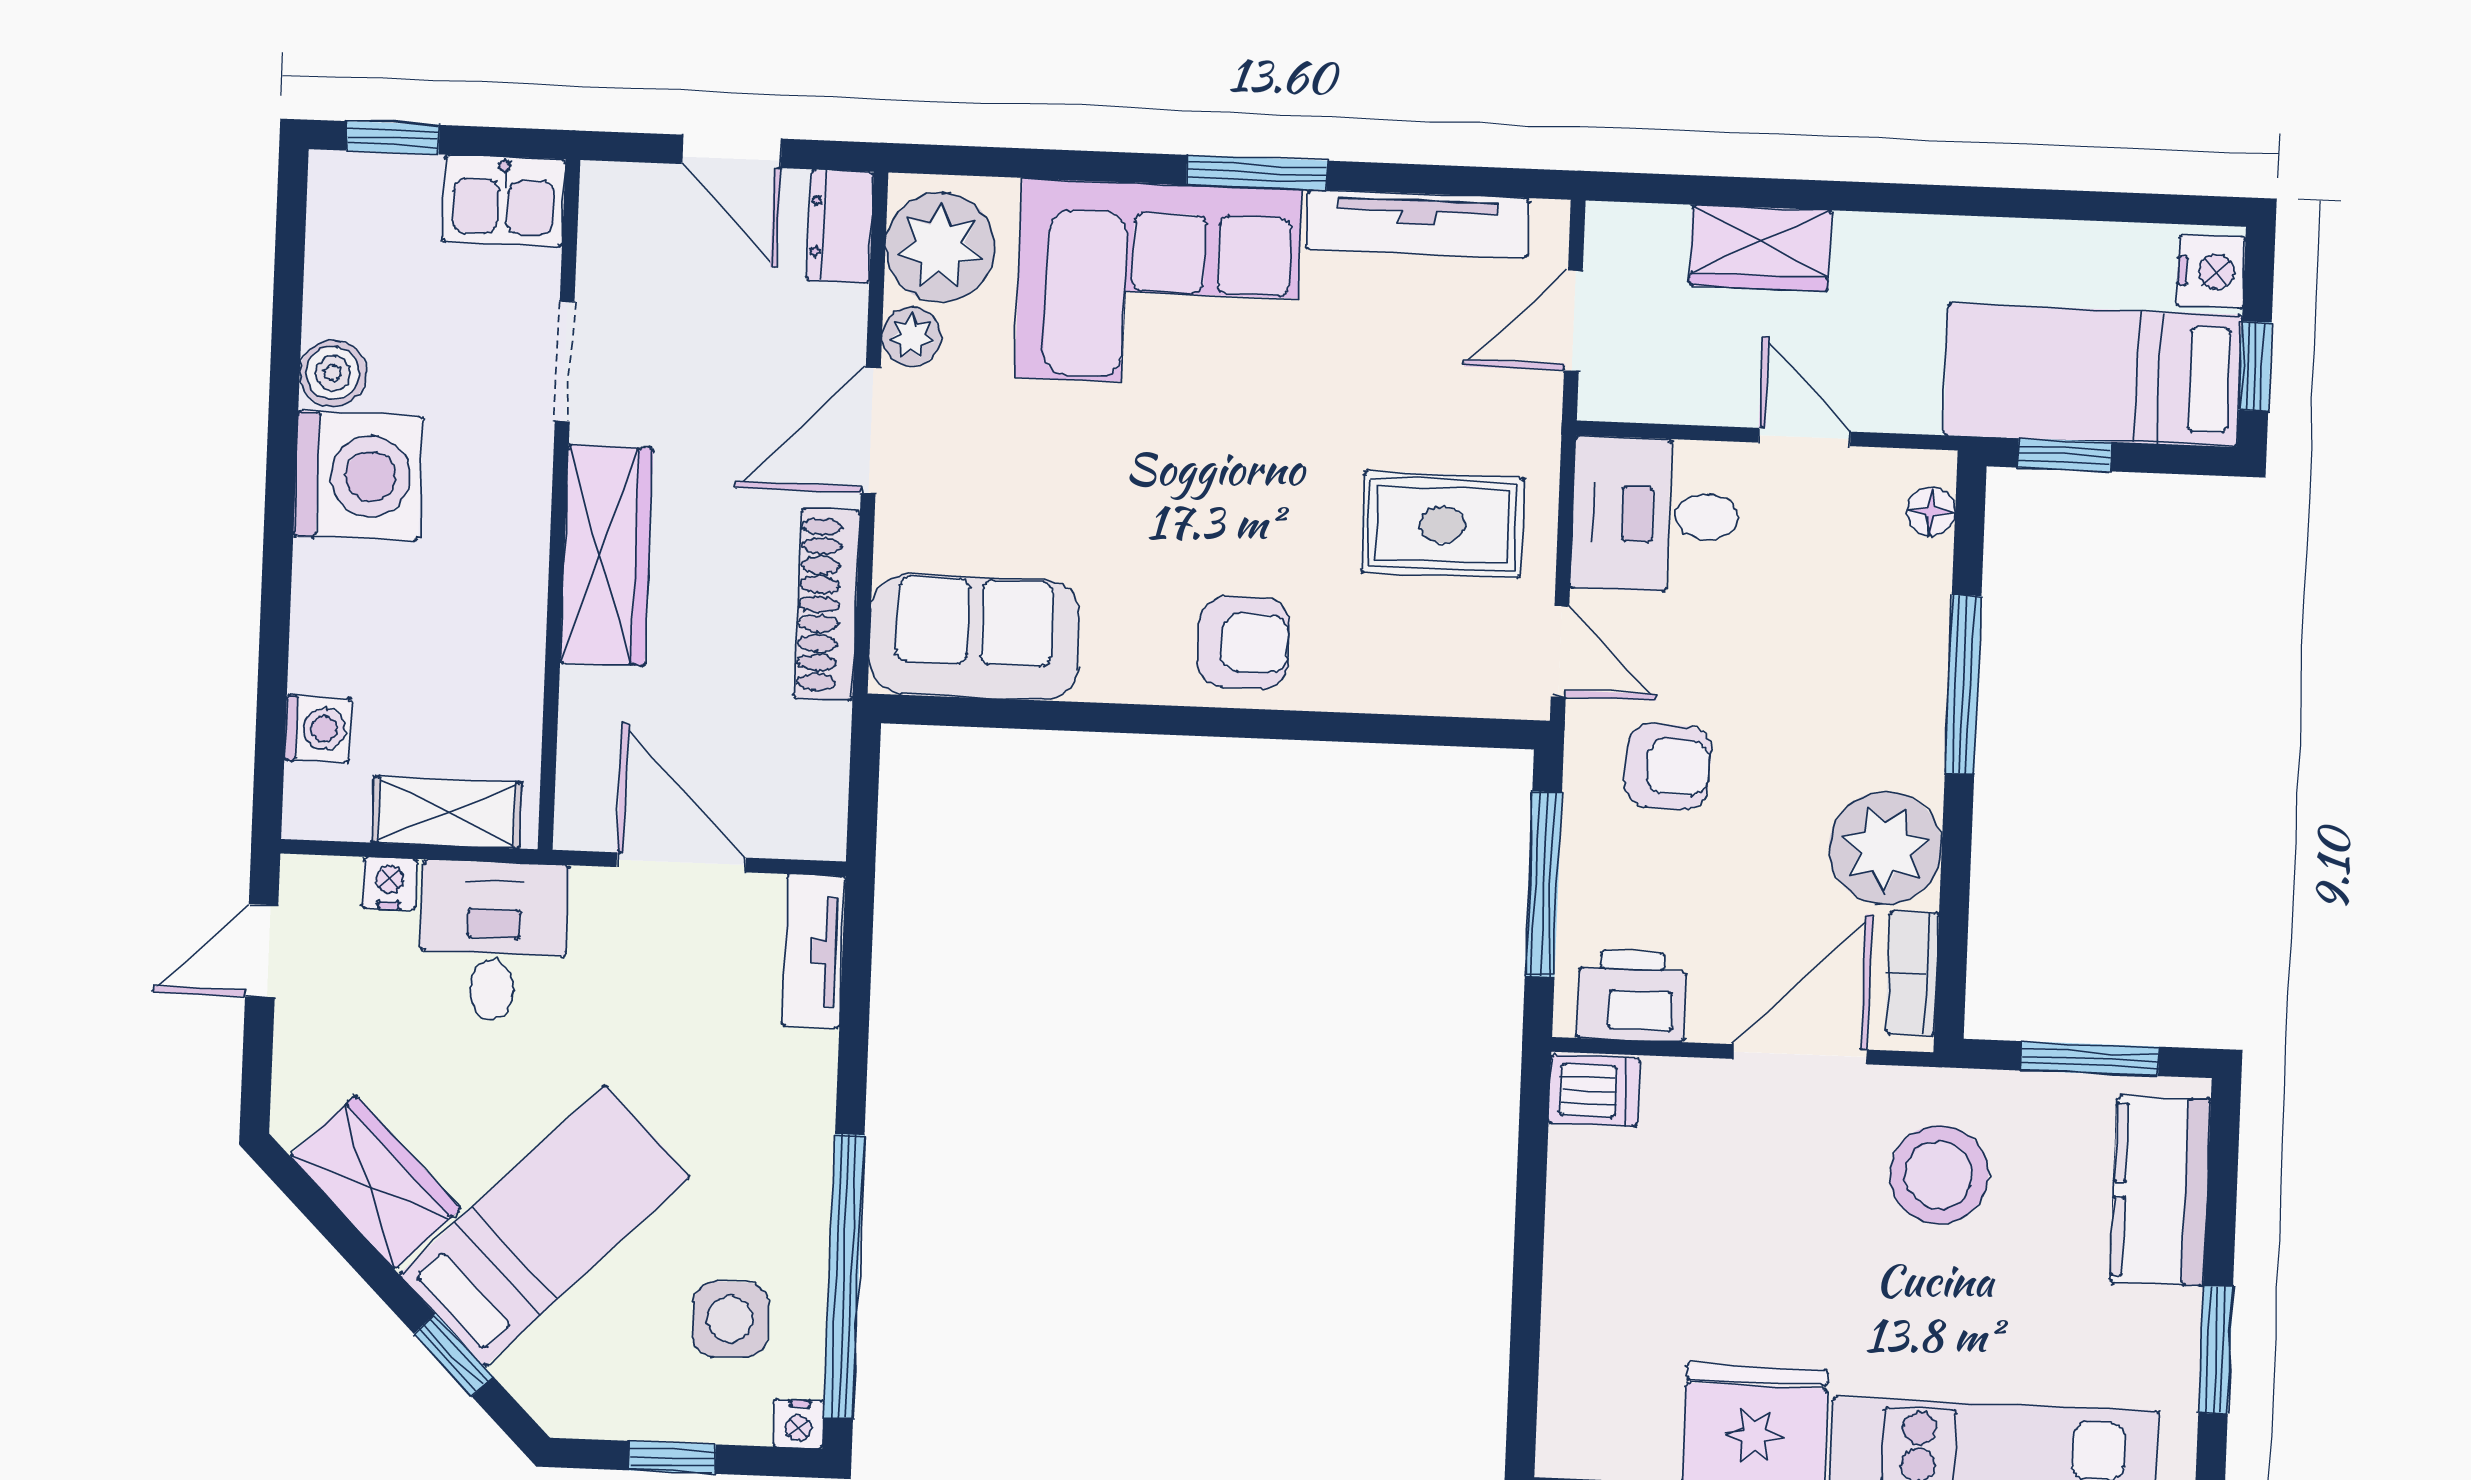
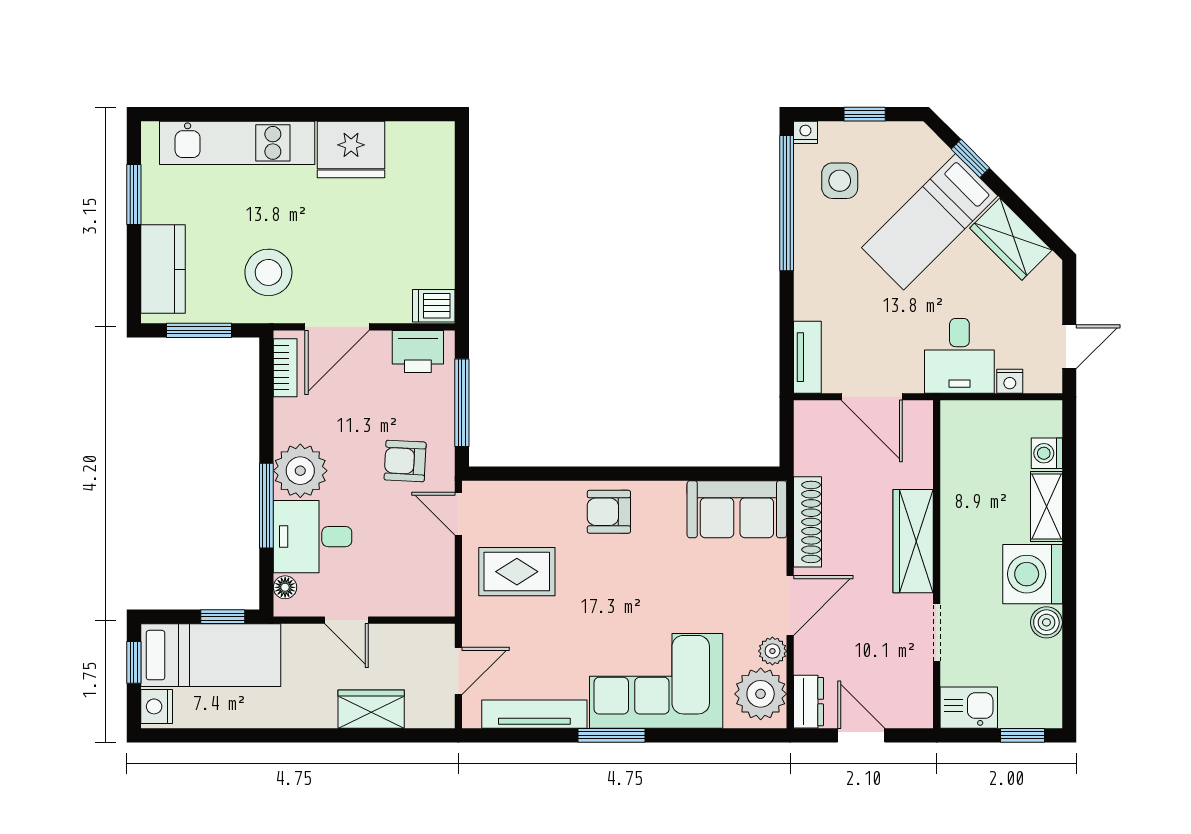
desk: (1655, 515) -> (313, 537), moved, turned 180
shelving: (447, 812) -> (1046, 506), moved, turned 90
plant: (1885, 848) -> (300, 471), moved

